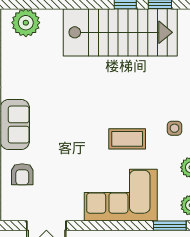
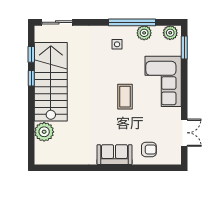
plant: (26, 23) -> (44, 132), moved
coffee table: (127, 139) -> (125, 97), moved

